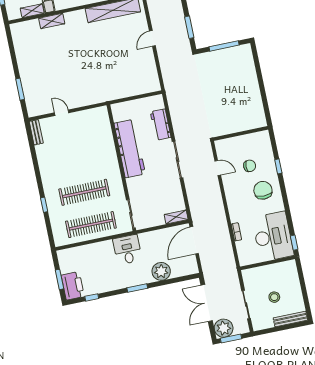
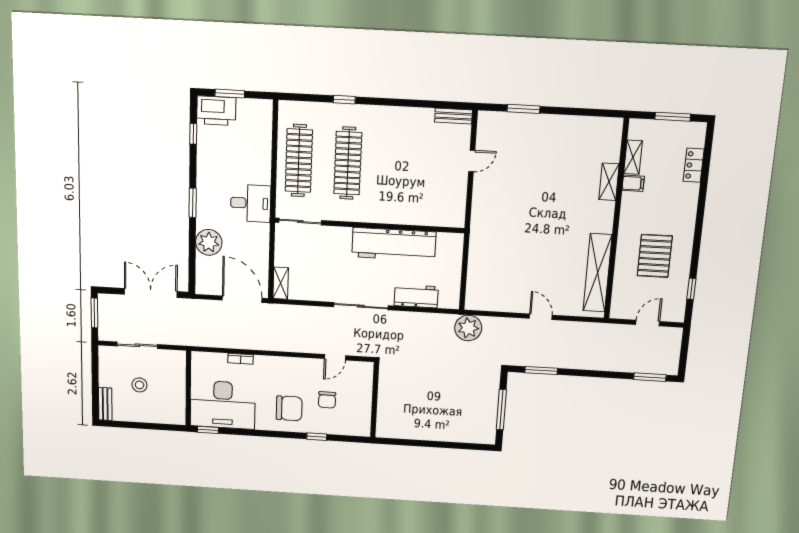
bench: (290, 319) -> (105, 404), width x0.73
plant: (224, 328) -> (468, 328), moved

